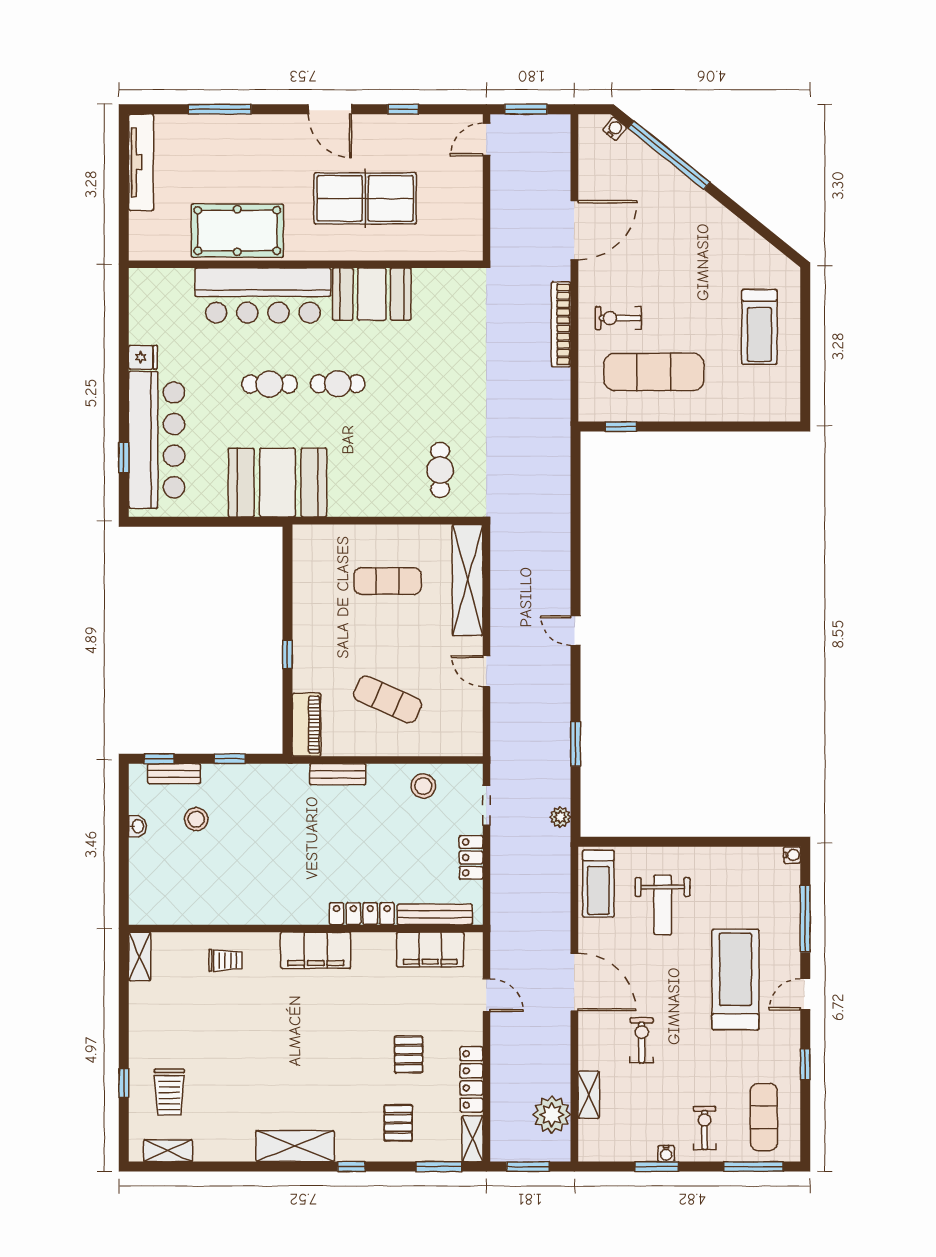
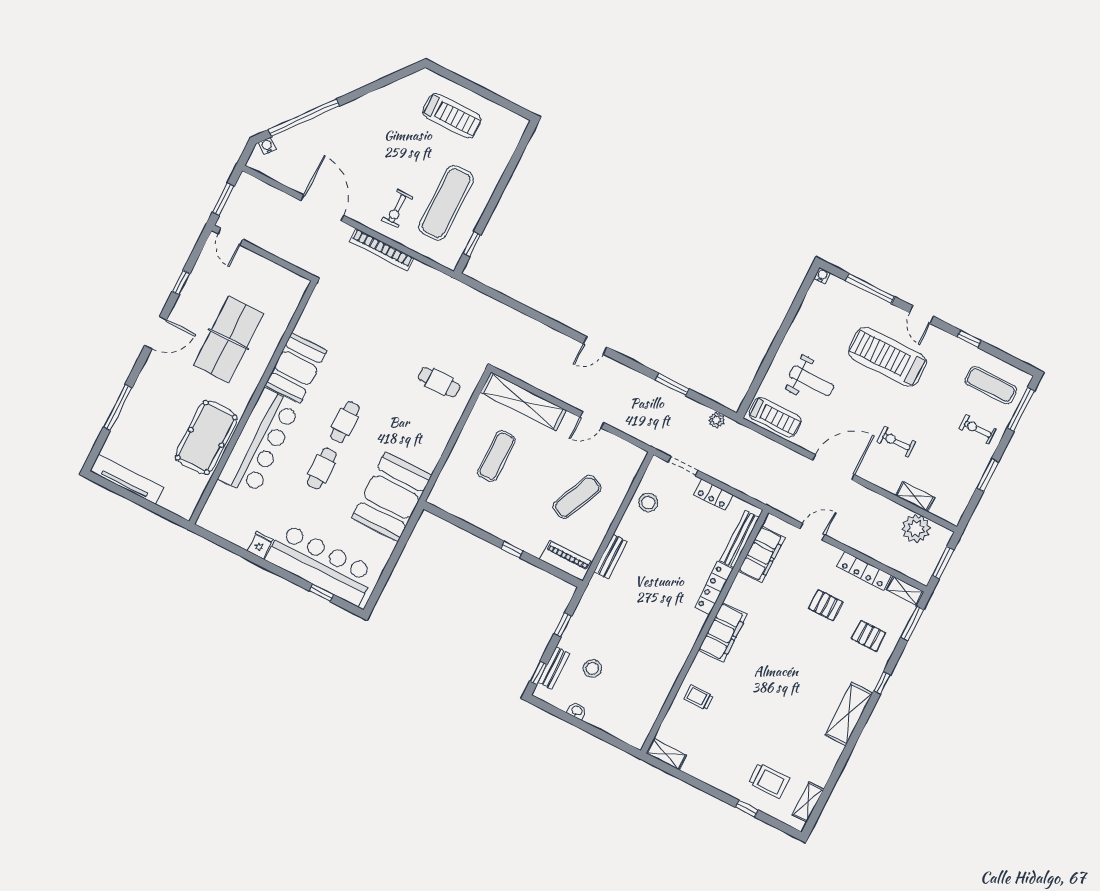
trolley: (226, 960) -> (699, 697), turned -90
water cooler: (666, 1154) -> (982, 464), removed

